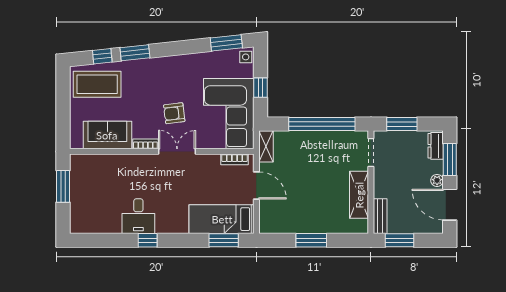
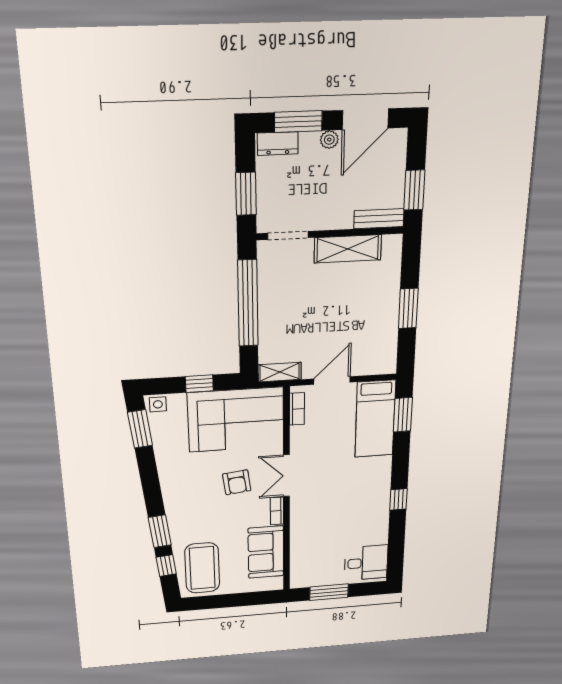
desk: (138, 216) -> (366, 563), moved

